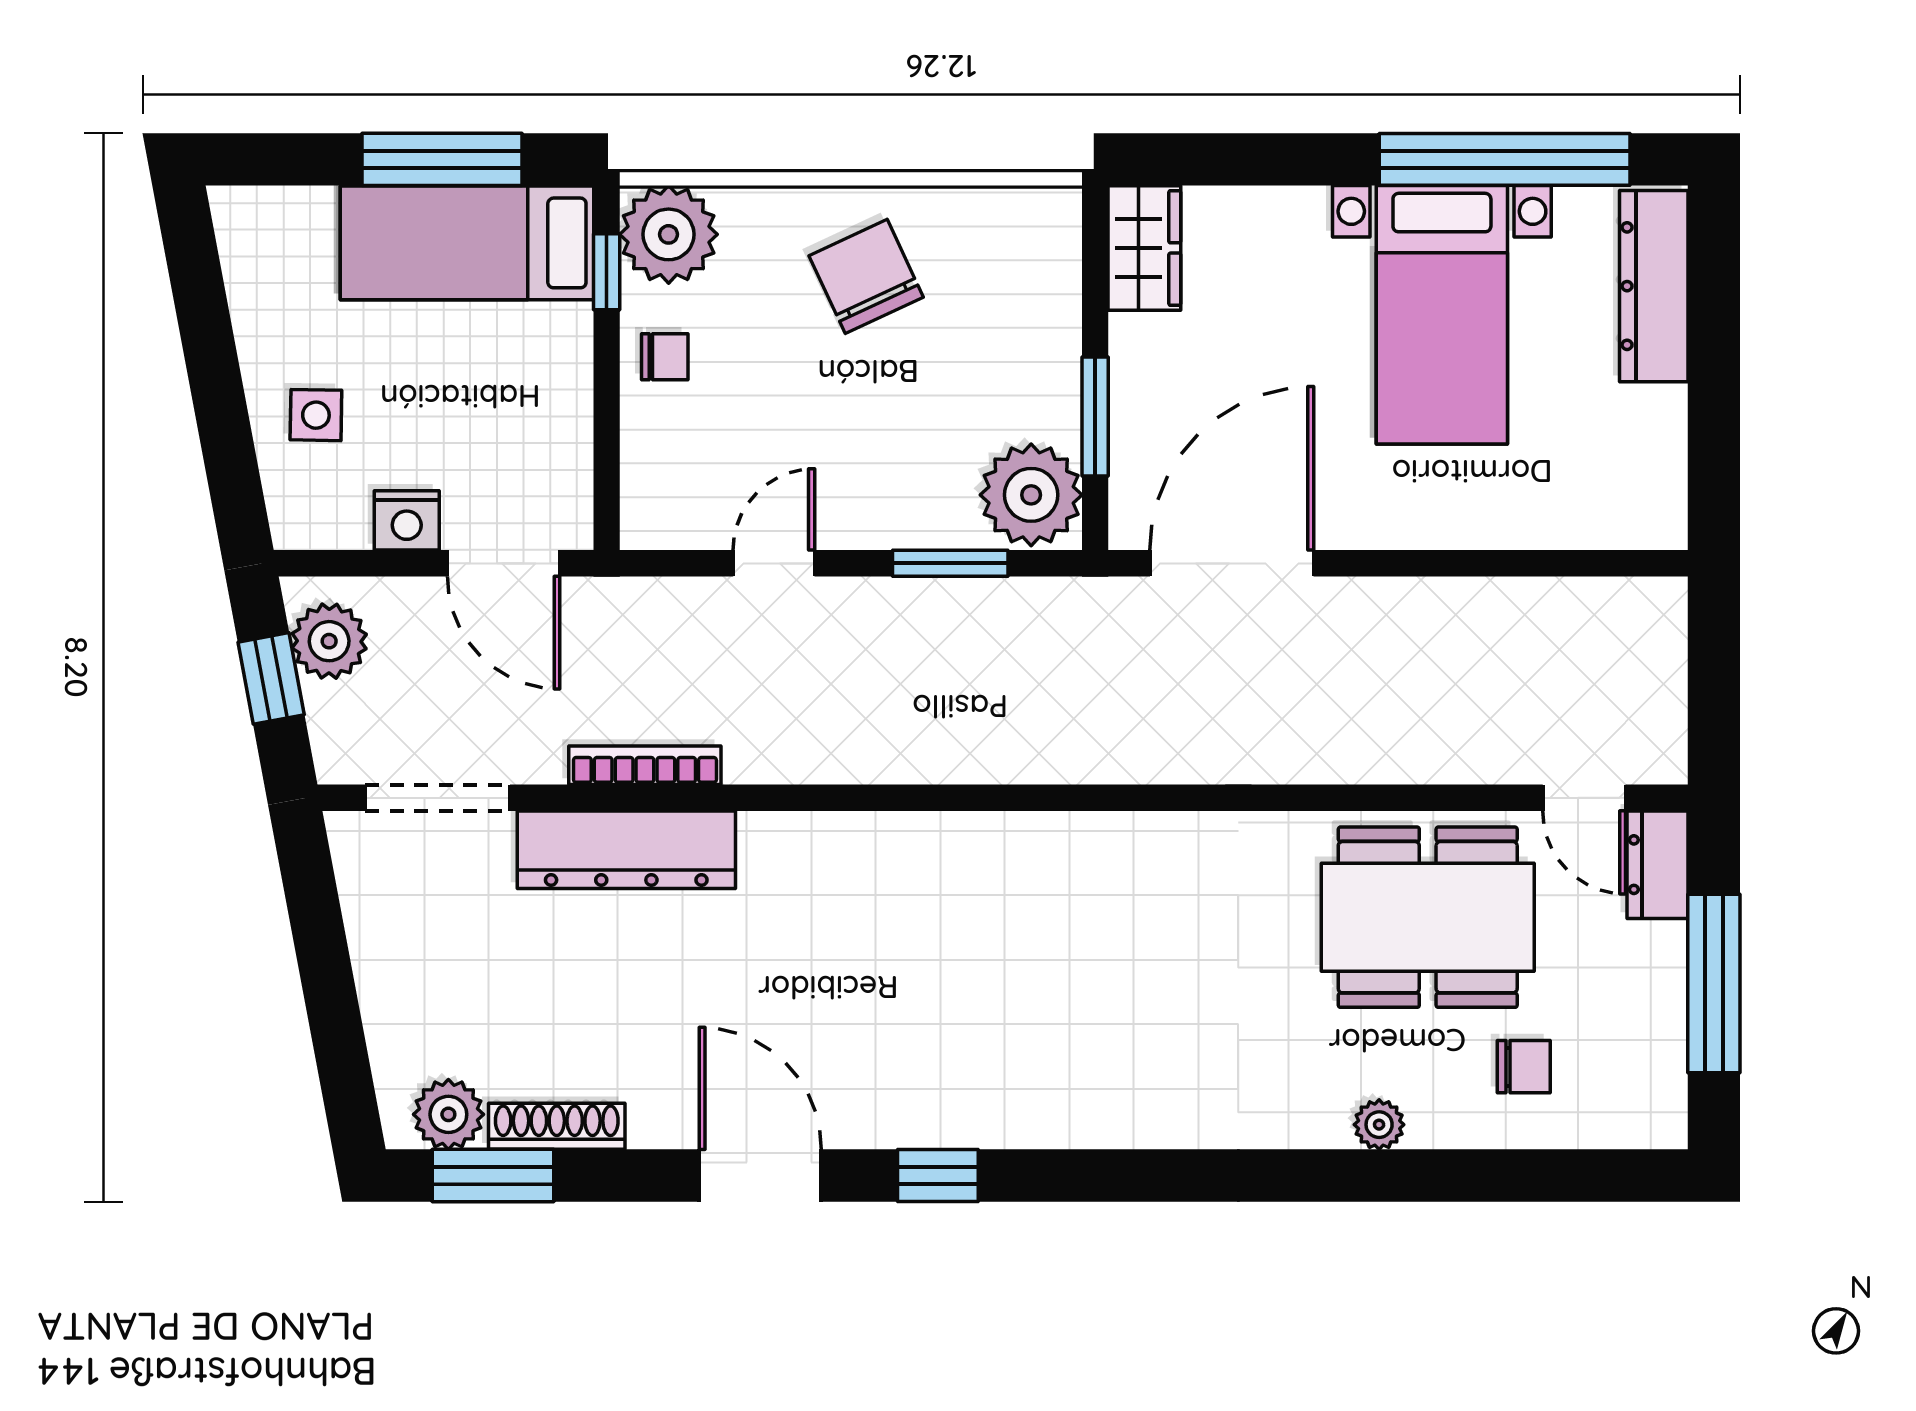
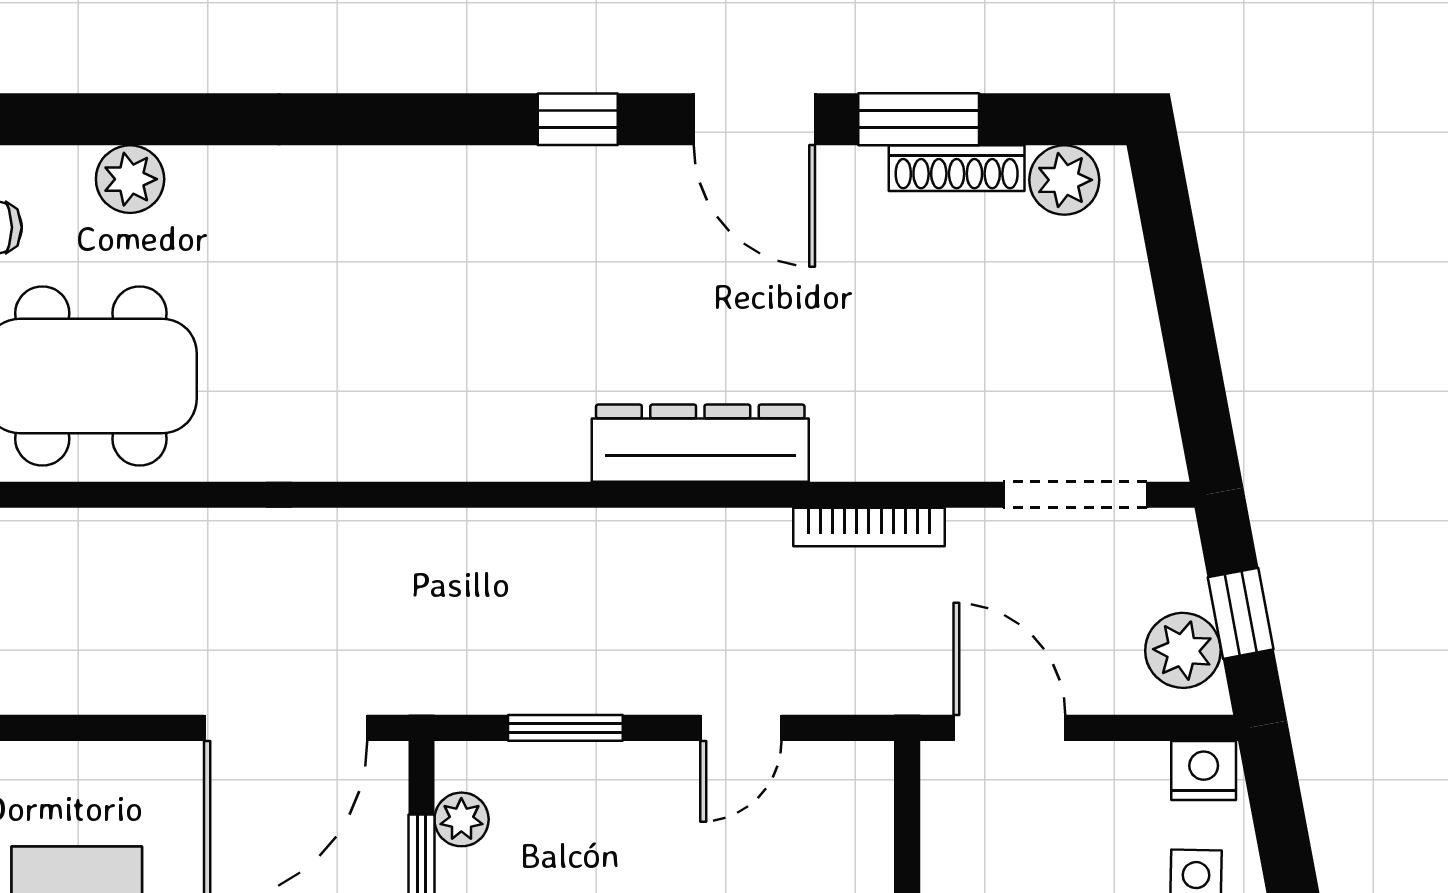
plant: (1031, 495) -> (461, 819), width x0.53, depth x0.53
nightstand: (407, 520) -> (1204, 770), moved
dresser: (626, 850) -> (700, 443), moved
plant: (1379, 1125) -> (130, 179), width x1.38, depth x1.38
window: (493, 1176) -> (919, 119), moved

